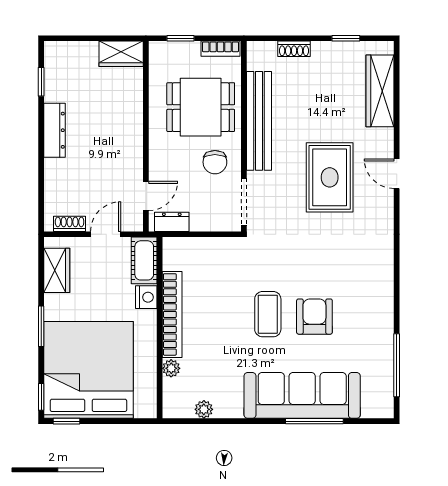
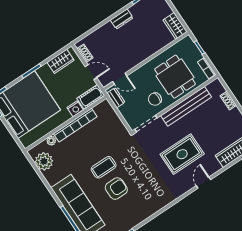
dresser: (54, 130) -> (122, 19), width x0.70
plant: (204, 409) -> (44, 161), width x1.88, depth x1.88

